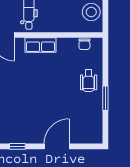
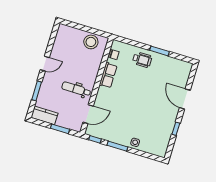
row of seats: (41, 45) -> (108, 75), moved

